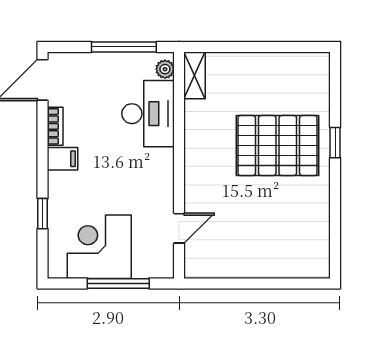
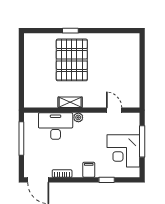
plant: (165, 69) -> (78, 117), moved
shelving: (195, 75) -> (70, 102), moved
filing cabinet: (63, 159) -> (89, 170), moved

